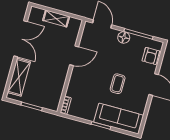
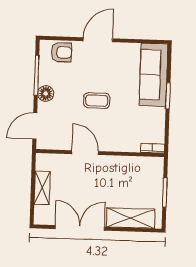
coffee table: (118, 84) -> (97, 101), moved

